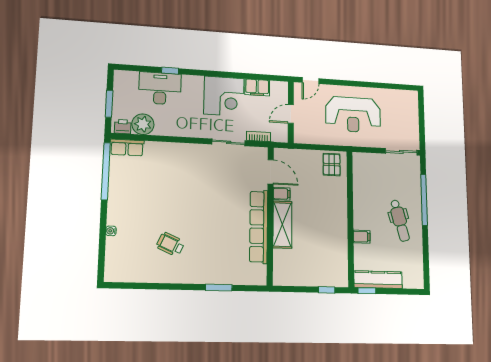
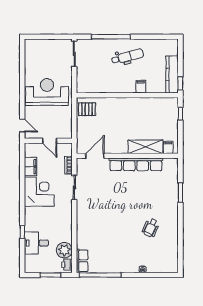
desk: (160, 88) -> (36, 243), width x0.73
reception desk: (353, 115) -> (47, 92), turned -90
filing cabinet: (282, 194) -> (168, 147), moved
shelving: (282, 225) -> (145, 147), moved

